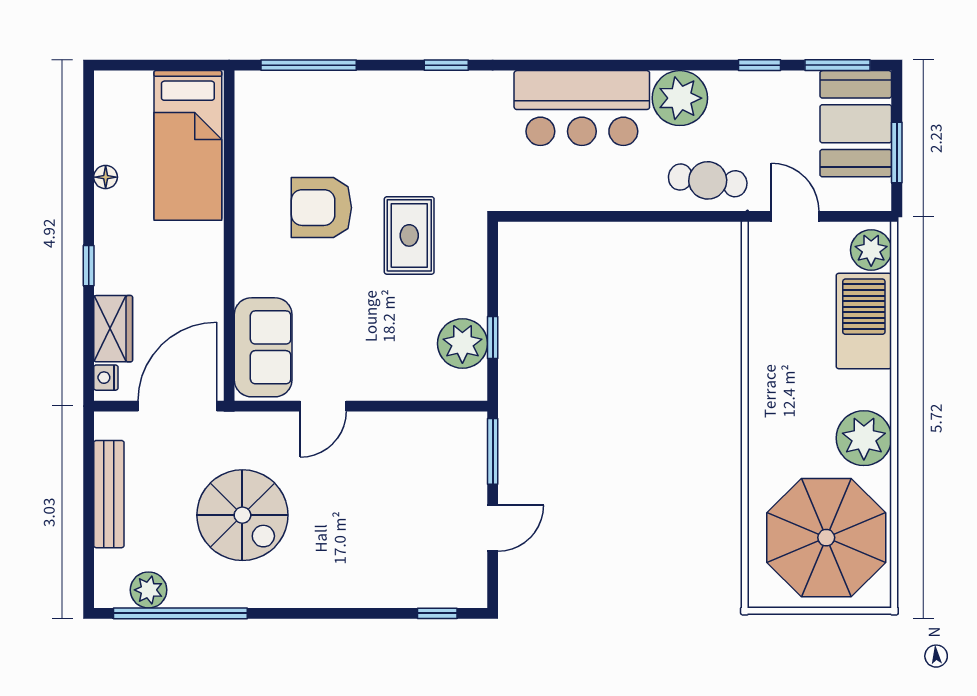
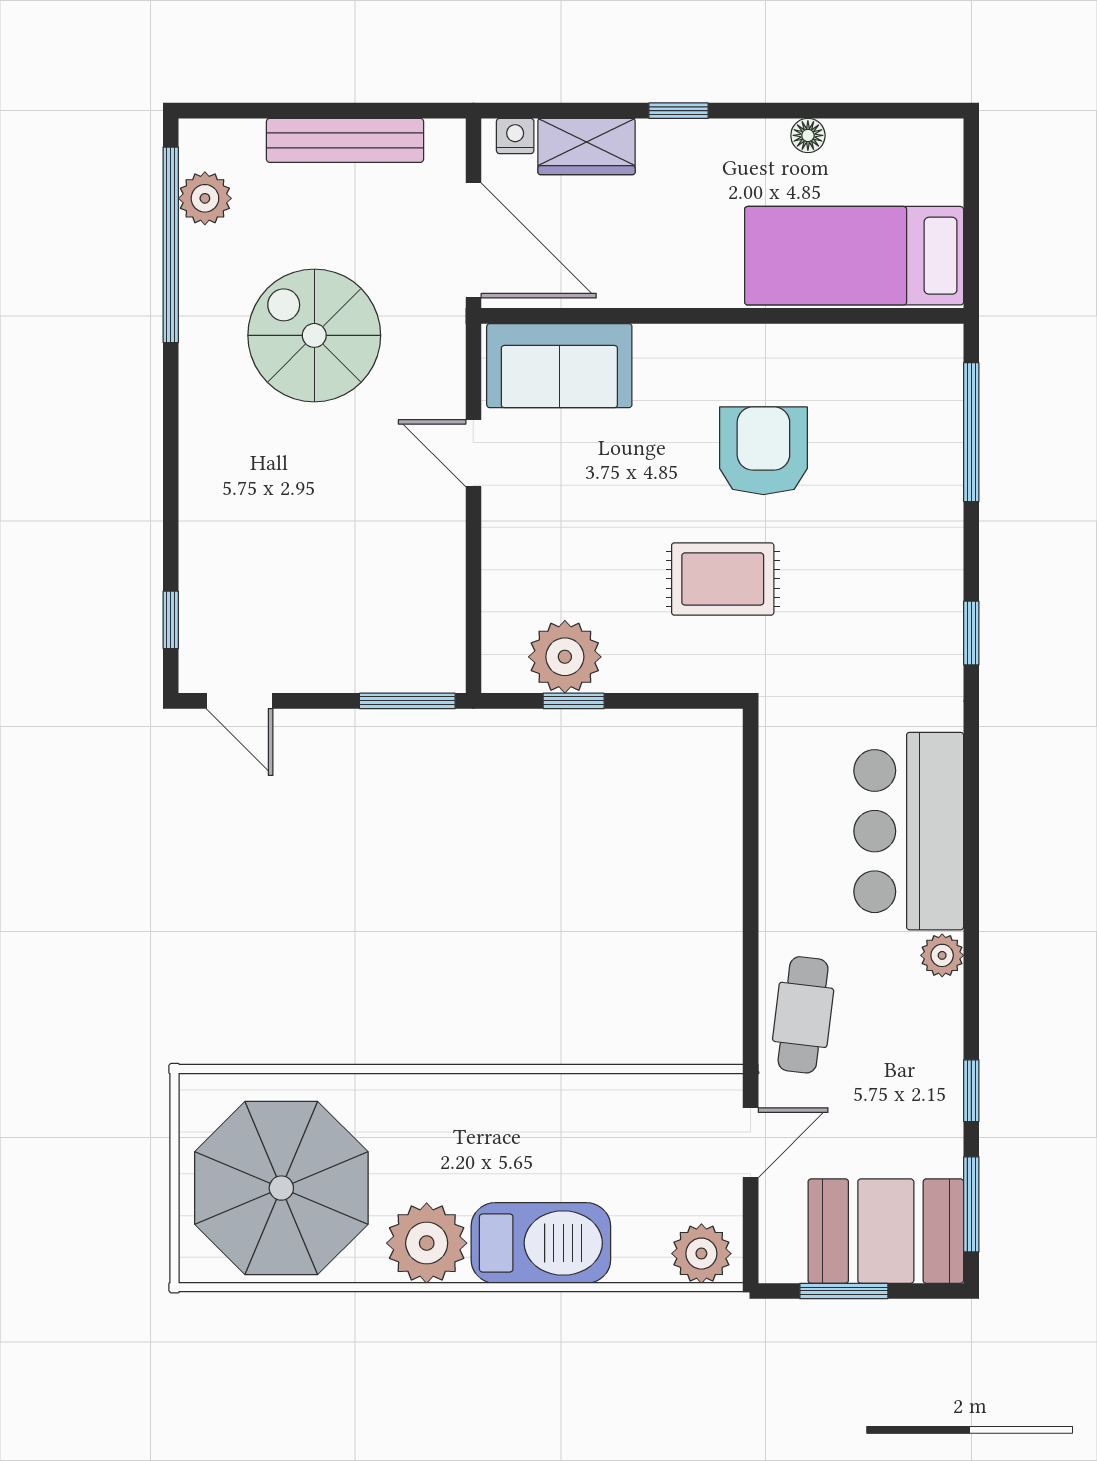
plant: (680, 98) -> (942, 955), width x0.53, depth x0.53
barbecue: (864, 321) -> (541, 1243), moved
spiral stairs: (242, 515) -> (314, 335), turned 90
door: (493, 528) -> (240, 701), moved

